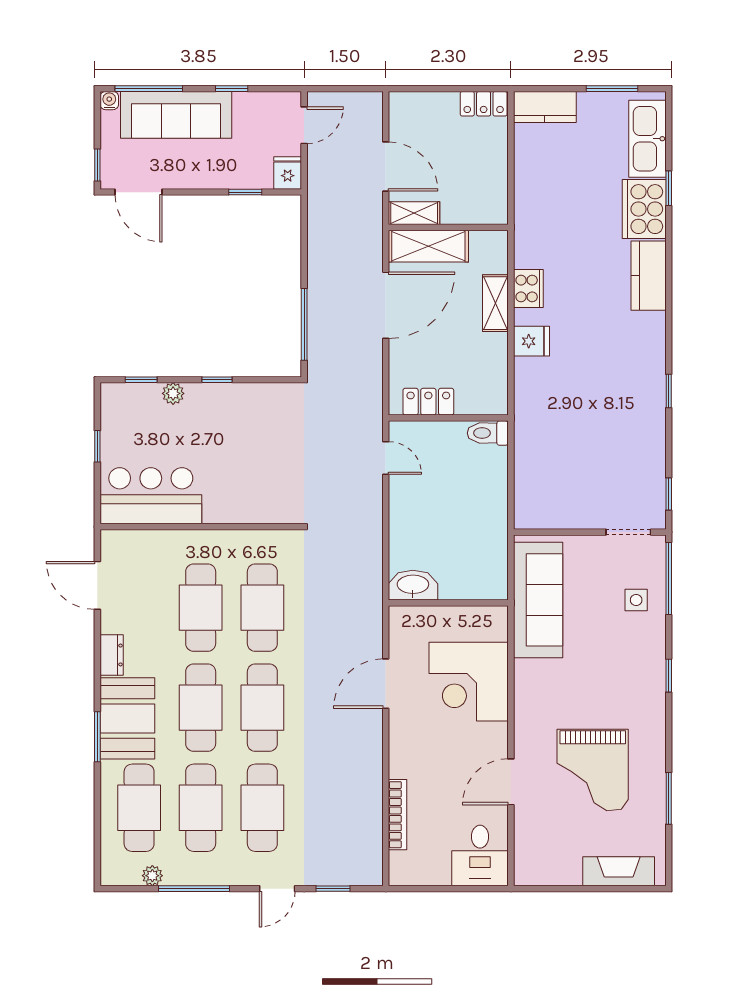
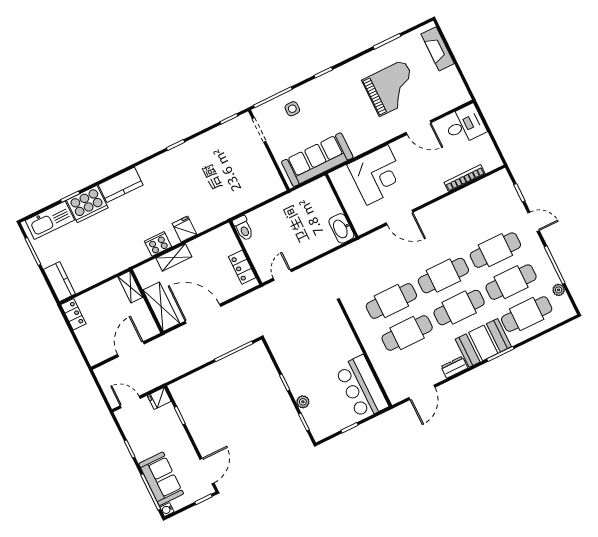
sofa: (176, 115) -> (161, 479), width x0.73
shelving: (414, 213) -> (130, 287), moved

